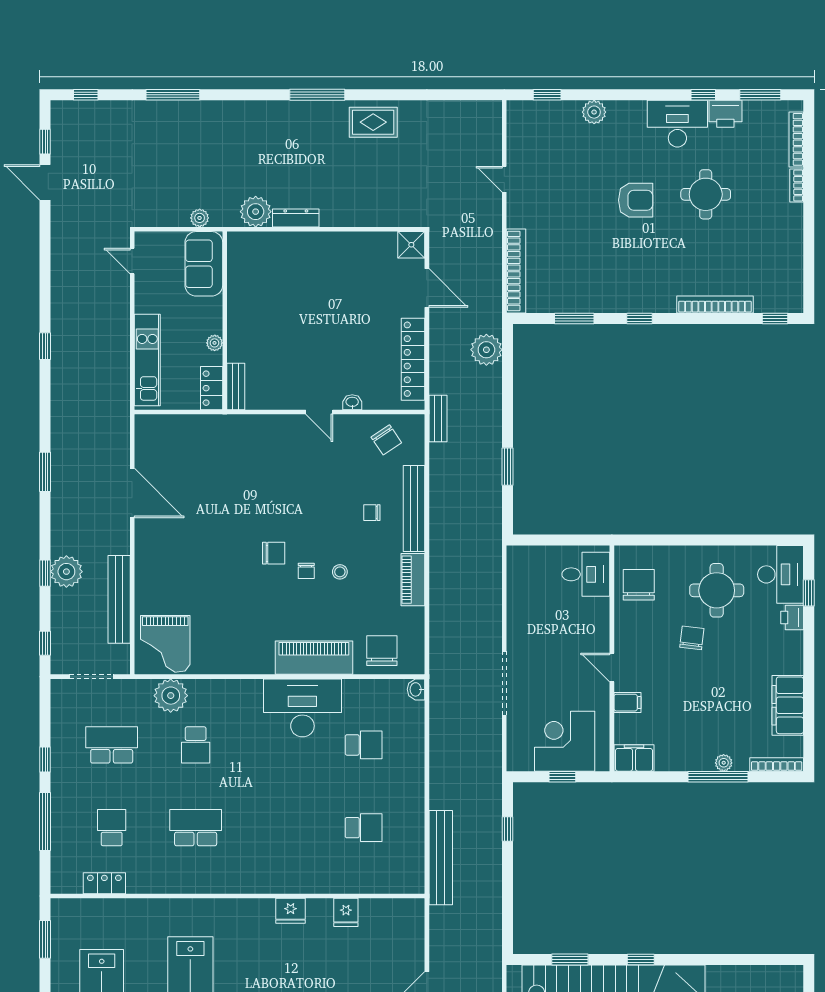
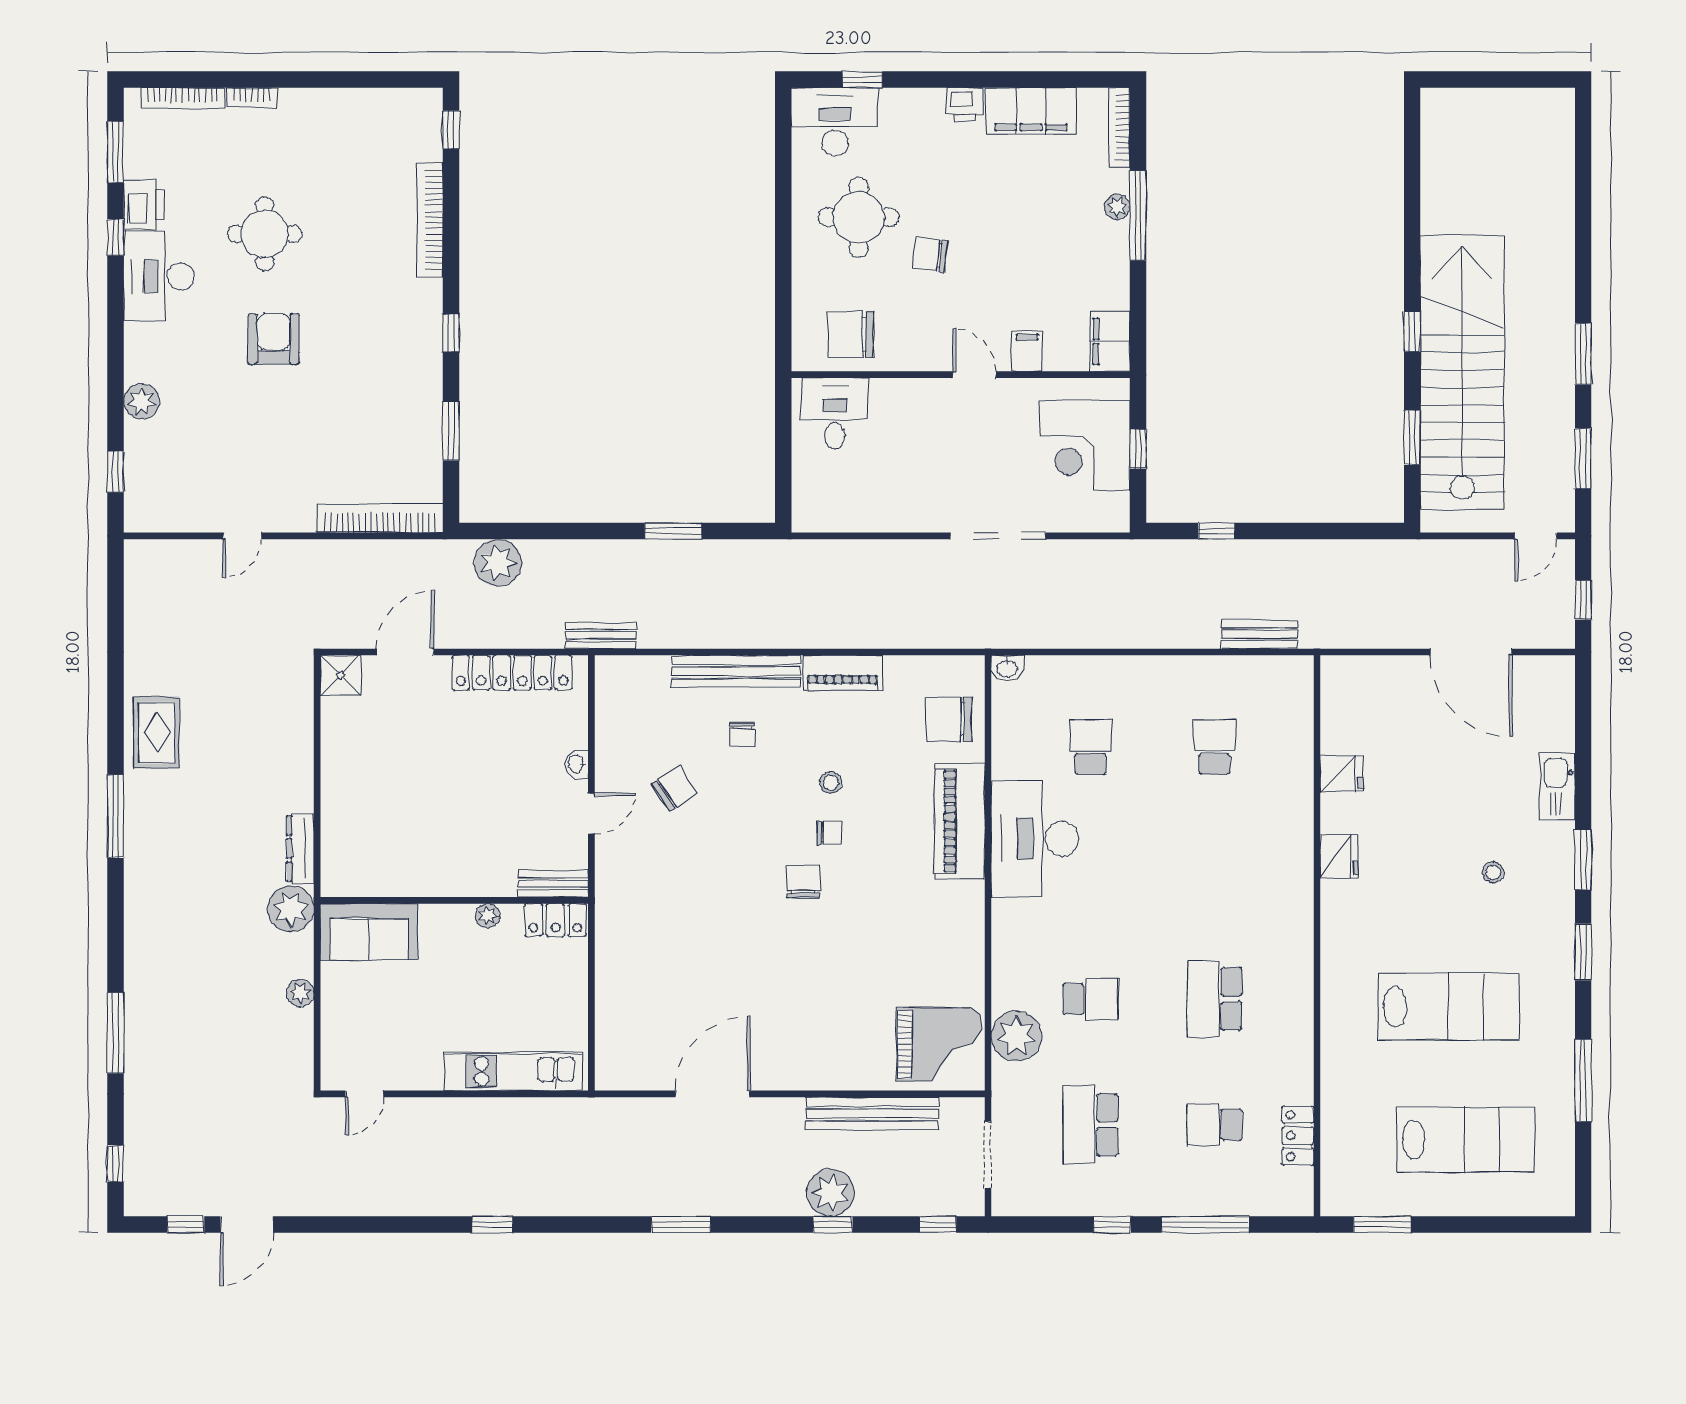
sofa: (204, 264) -> (369, 932), moved
wall: (225, 321) -> (454, 900), moved
plant: (215, 343) -> (488, 916), moved
bench: (236, 387) -> (553, 884), moved
locker: (212, 388) -> (555, 920), moved
chair: (386, 440) -> (675, 788), moved
printer: (792, 617) -> (965, 104), moved
door: (612, 668) -> (974, 375), swing flipped
bench: (441, 858) -> (1259, 634), width x0.54, depth x0.82

